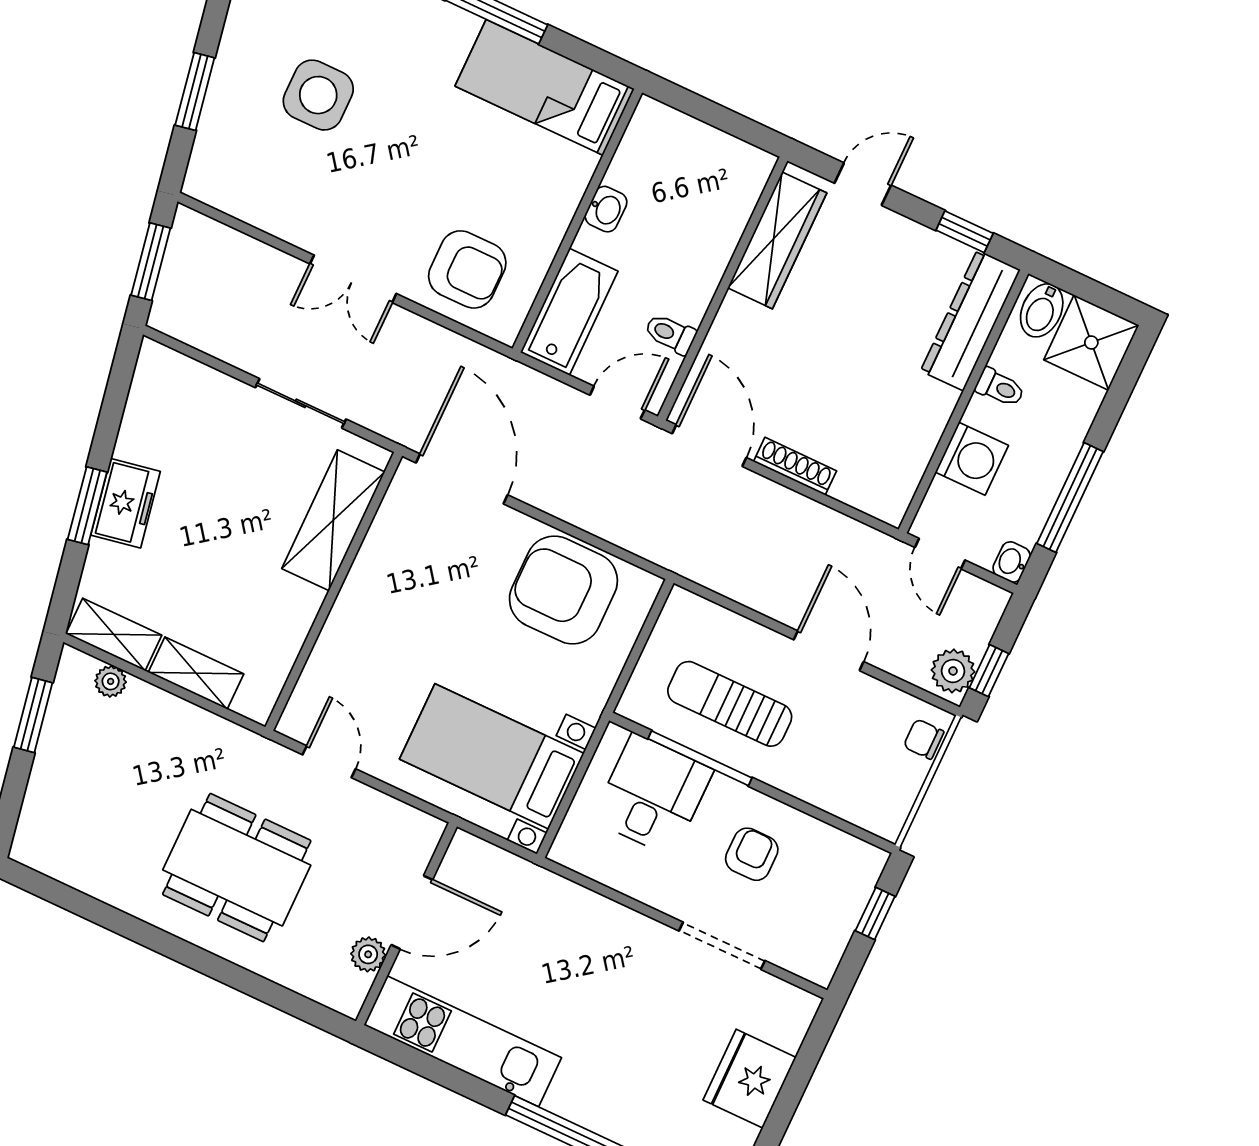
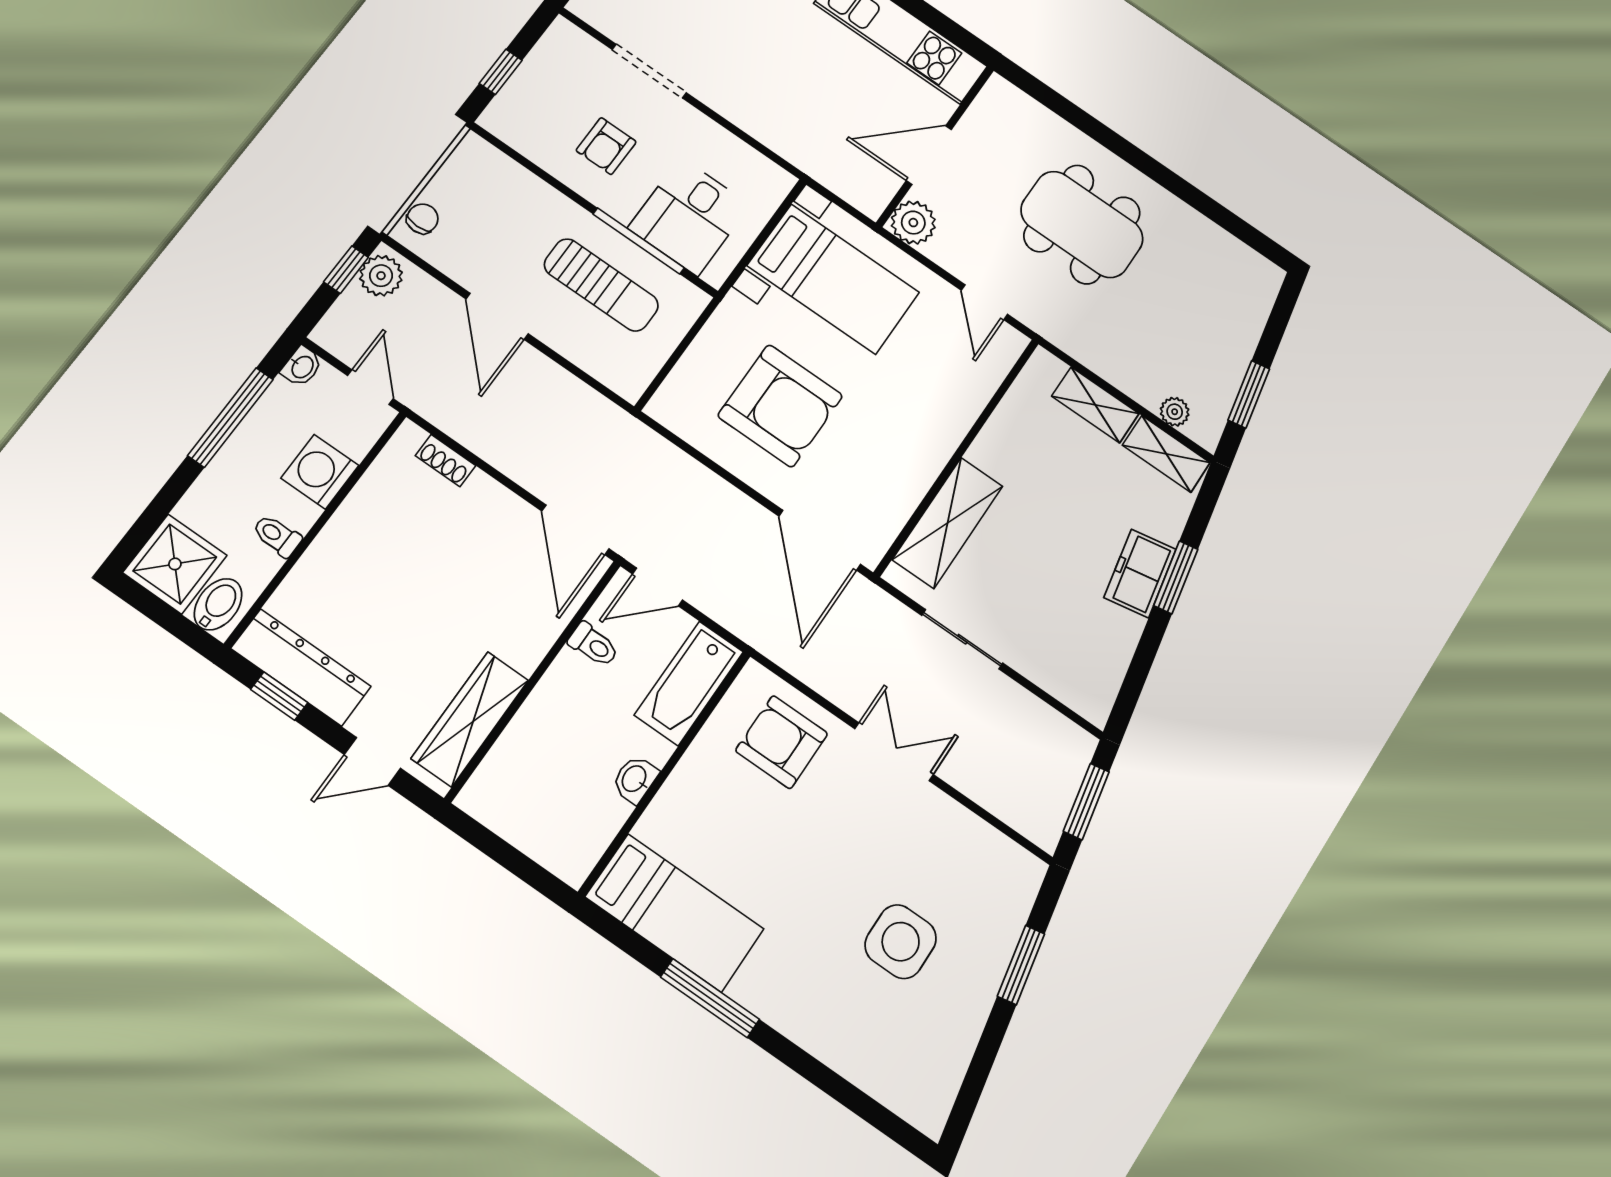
dresser: (970, 320) -> (301, 667), moved, turned -90
shoe rack: (795, 466) -> (445, 461), moved, width x0.70
armchair: (563, 590) -> (780, 406), moved
chair: (924, 739) -> (422, 219), turned -90
plant: (368, 954) -> (913, 223), moved, width x1.38, depth x1.38

